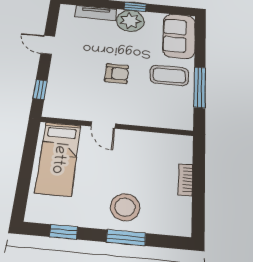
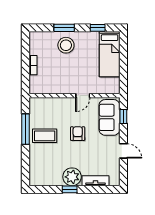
sofa: (179, 36) -> (109, 117), moved, turned 180
armchair: (117, 74) -> (78, 134), turned 90
door: (103, 125) -> (83, 96), swing flipped
bed: (58, 158) -> (110, 54), moved, turned 180

